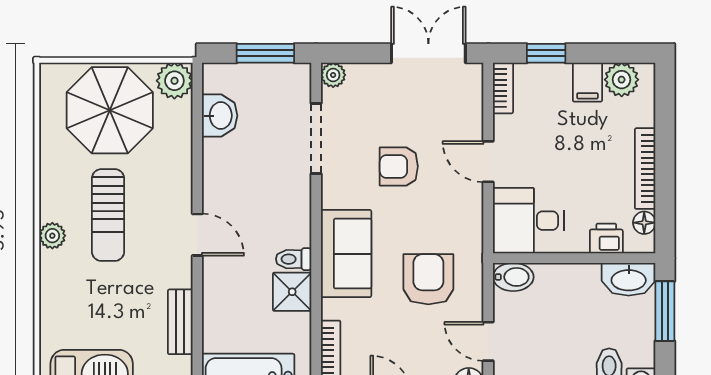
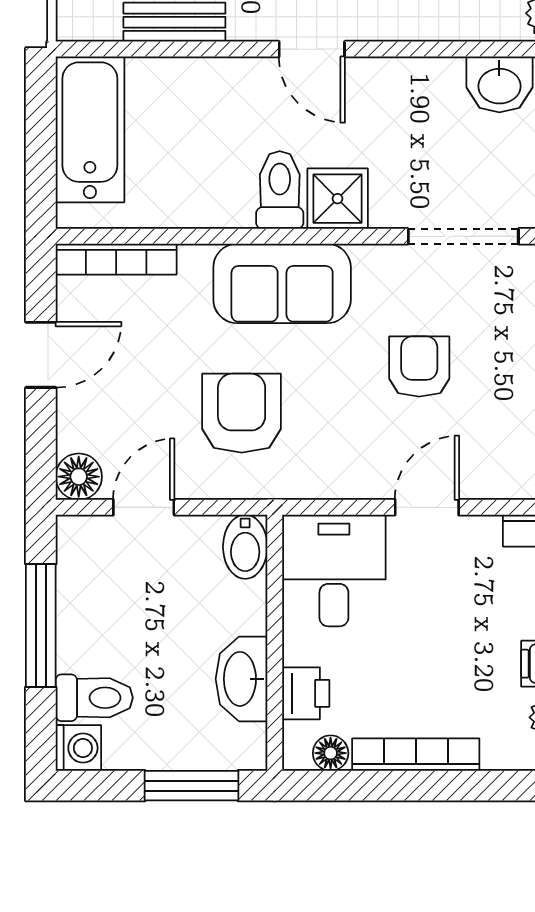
door: (197, 235) -> (312, 49), hinge flipped
toilet: (294, 259) -> (280, 190), width x1.37, depth x1.39
armchair: (428, 279) -> (242, 413), turned -90
washbasin: (629, 279) -> (241, 679), moved
shower: (292, 292) -> (338, 199), moved

